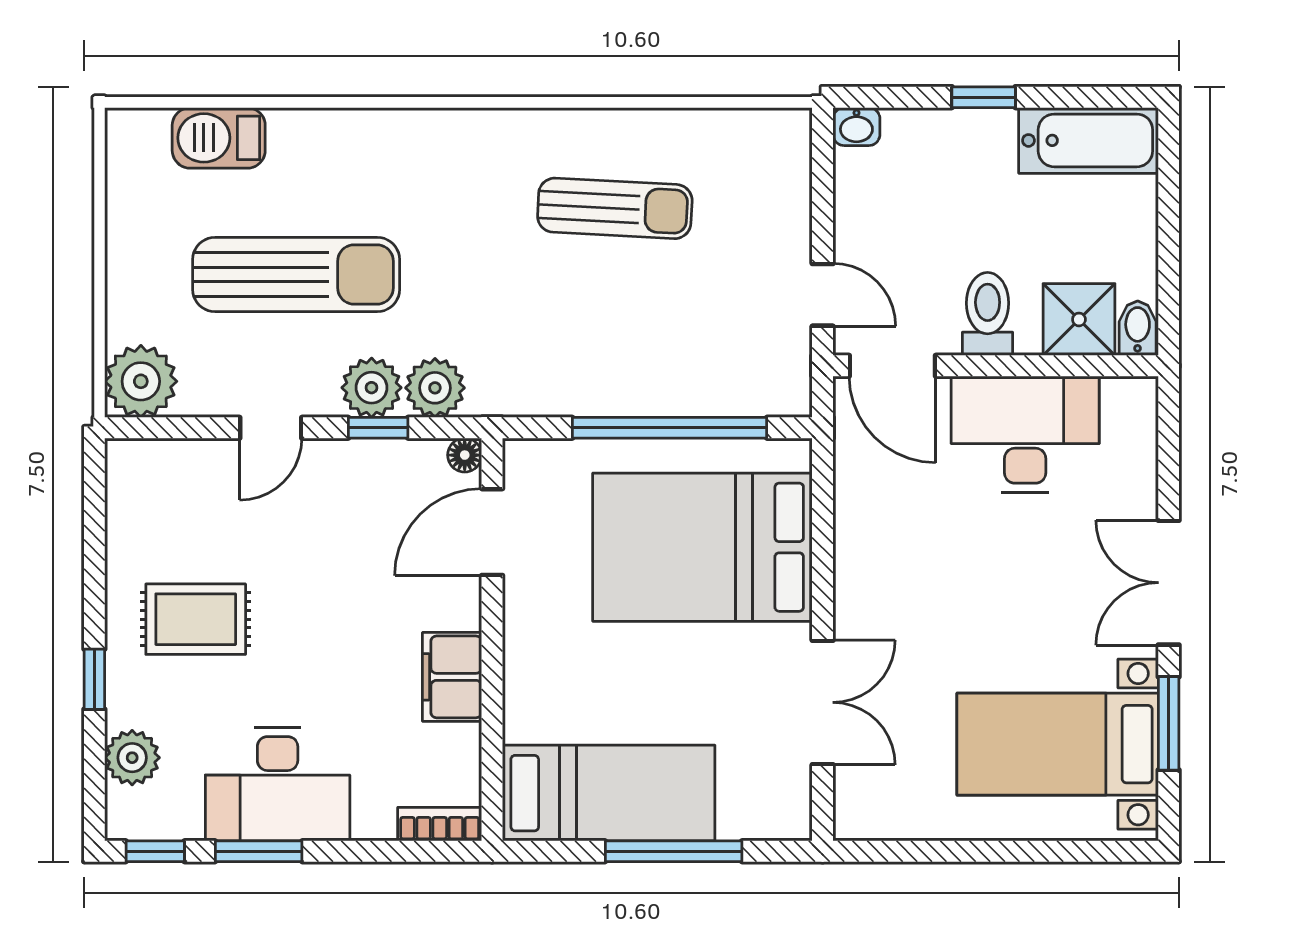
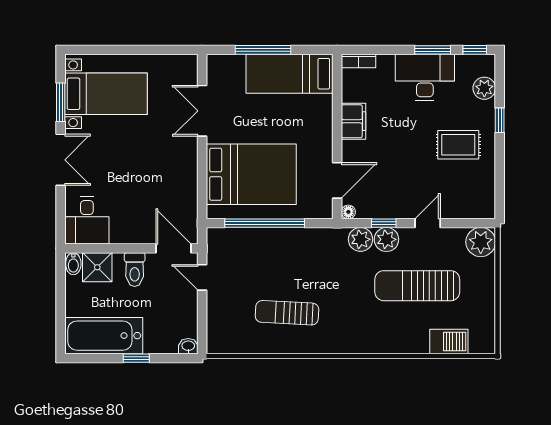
bathtub: (1088, 140) -> (104, 336), width x1.36, depth x1.36
desk: (1025, 434) -> (87, 220), moved, width x0.73

